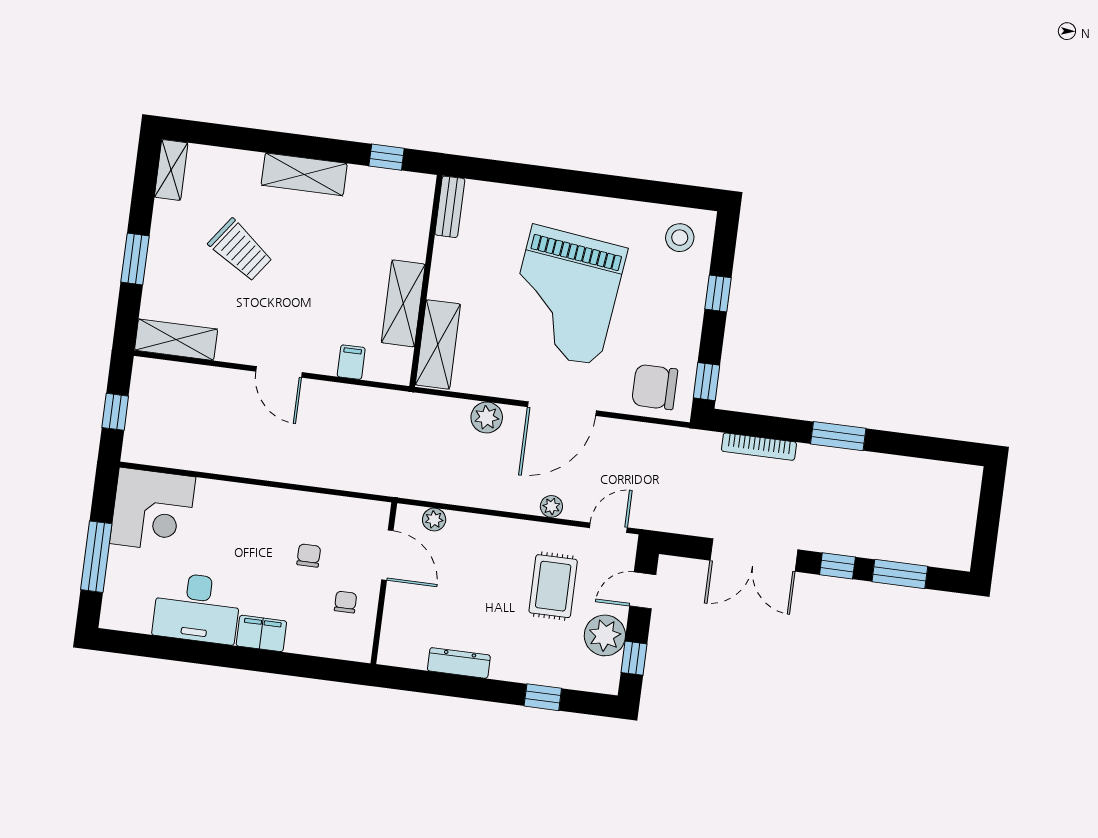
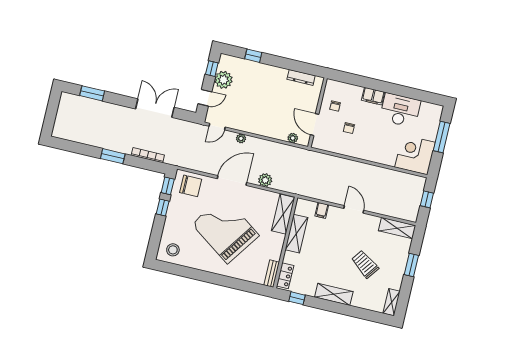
locker: (419, 205) -> (285, 276), added
window: (718, 293) -> (163, 207), moved
grand piano: (565, 296) -> (225, 230), turned -62
window: (837, 566) -> (119, 100), removed
rug: (553, 586) -> (244, 104), removed
dresser: (459, 663) -> (301, 77), moved

